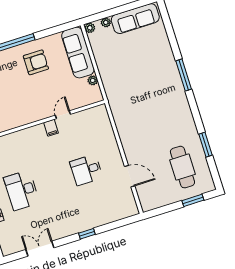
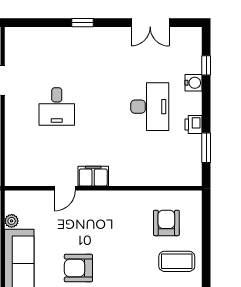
filing cabinet: (51, 128) -> (93, 176), width x2.00
desk: (86, 170) -> (57, 107), turned 90

